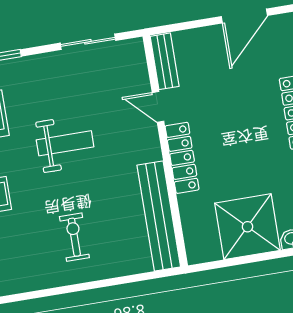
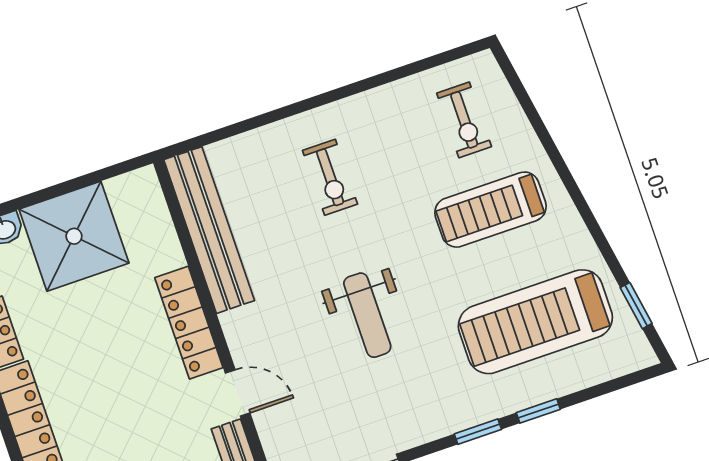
weight bench: (65, 143) -> (367, 315), turned -90

